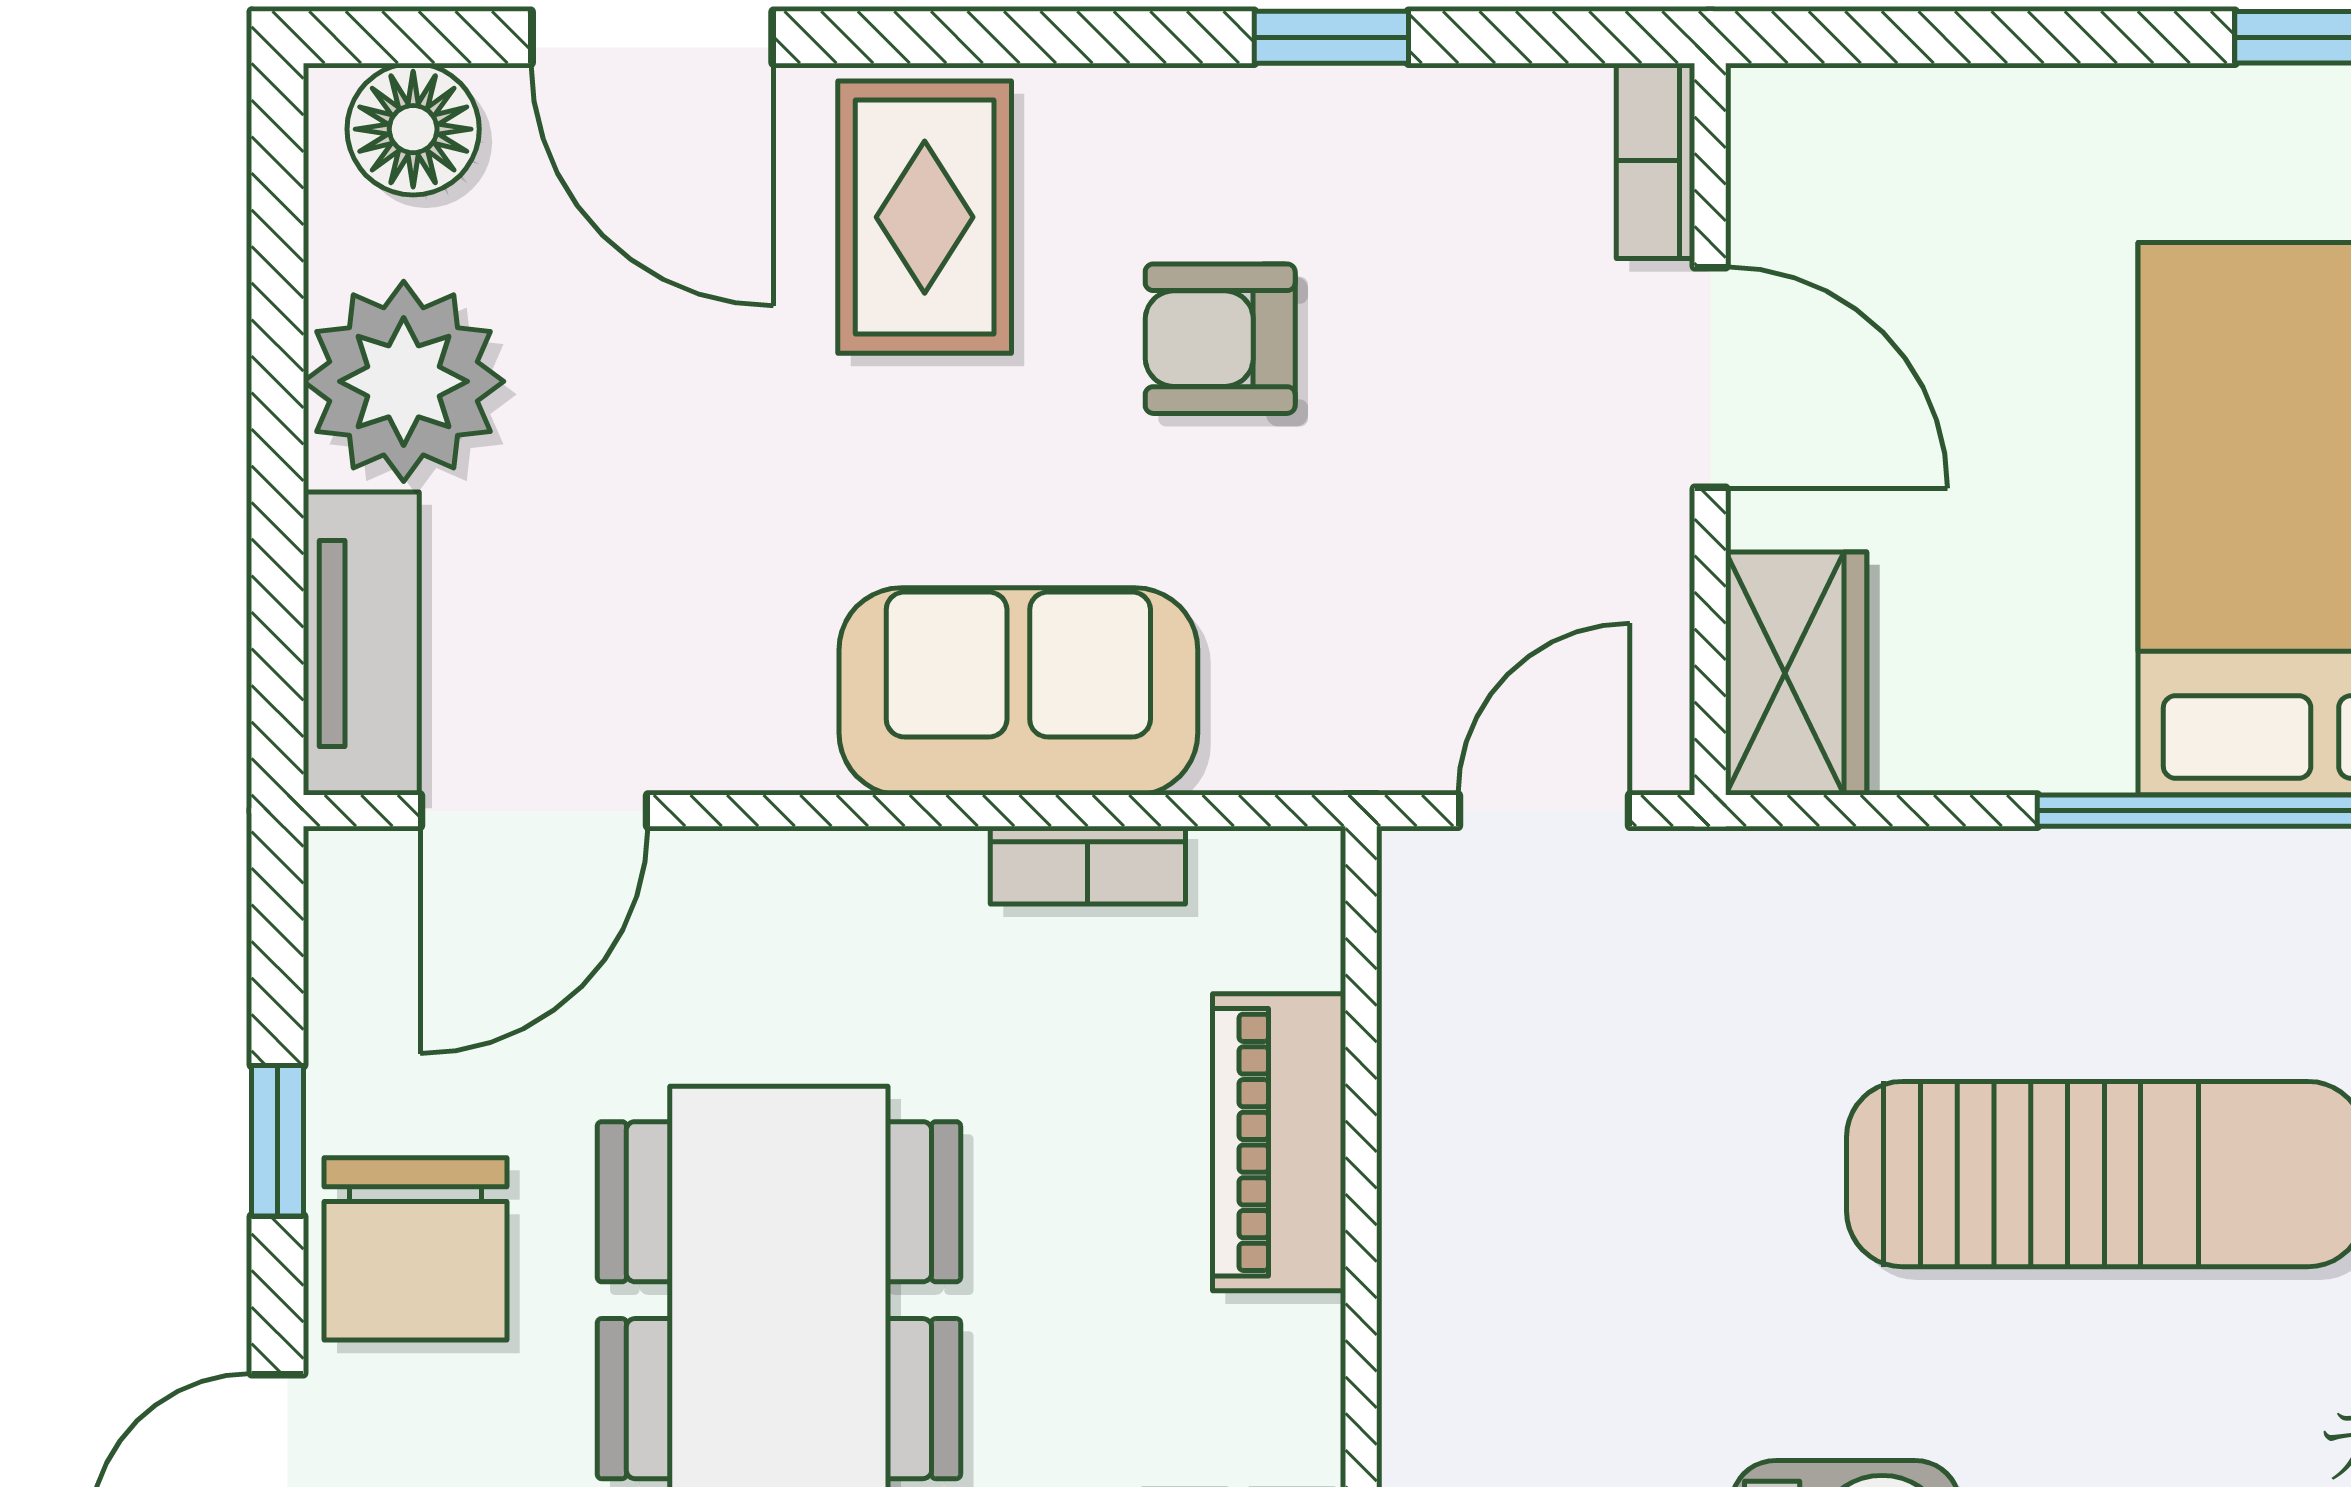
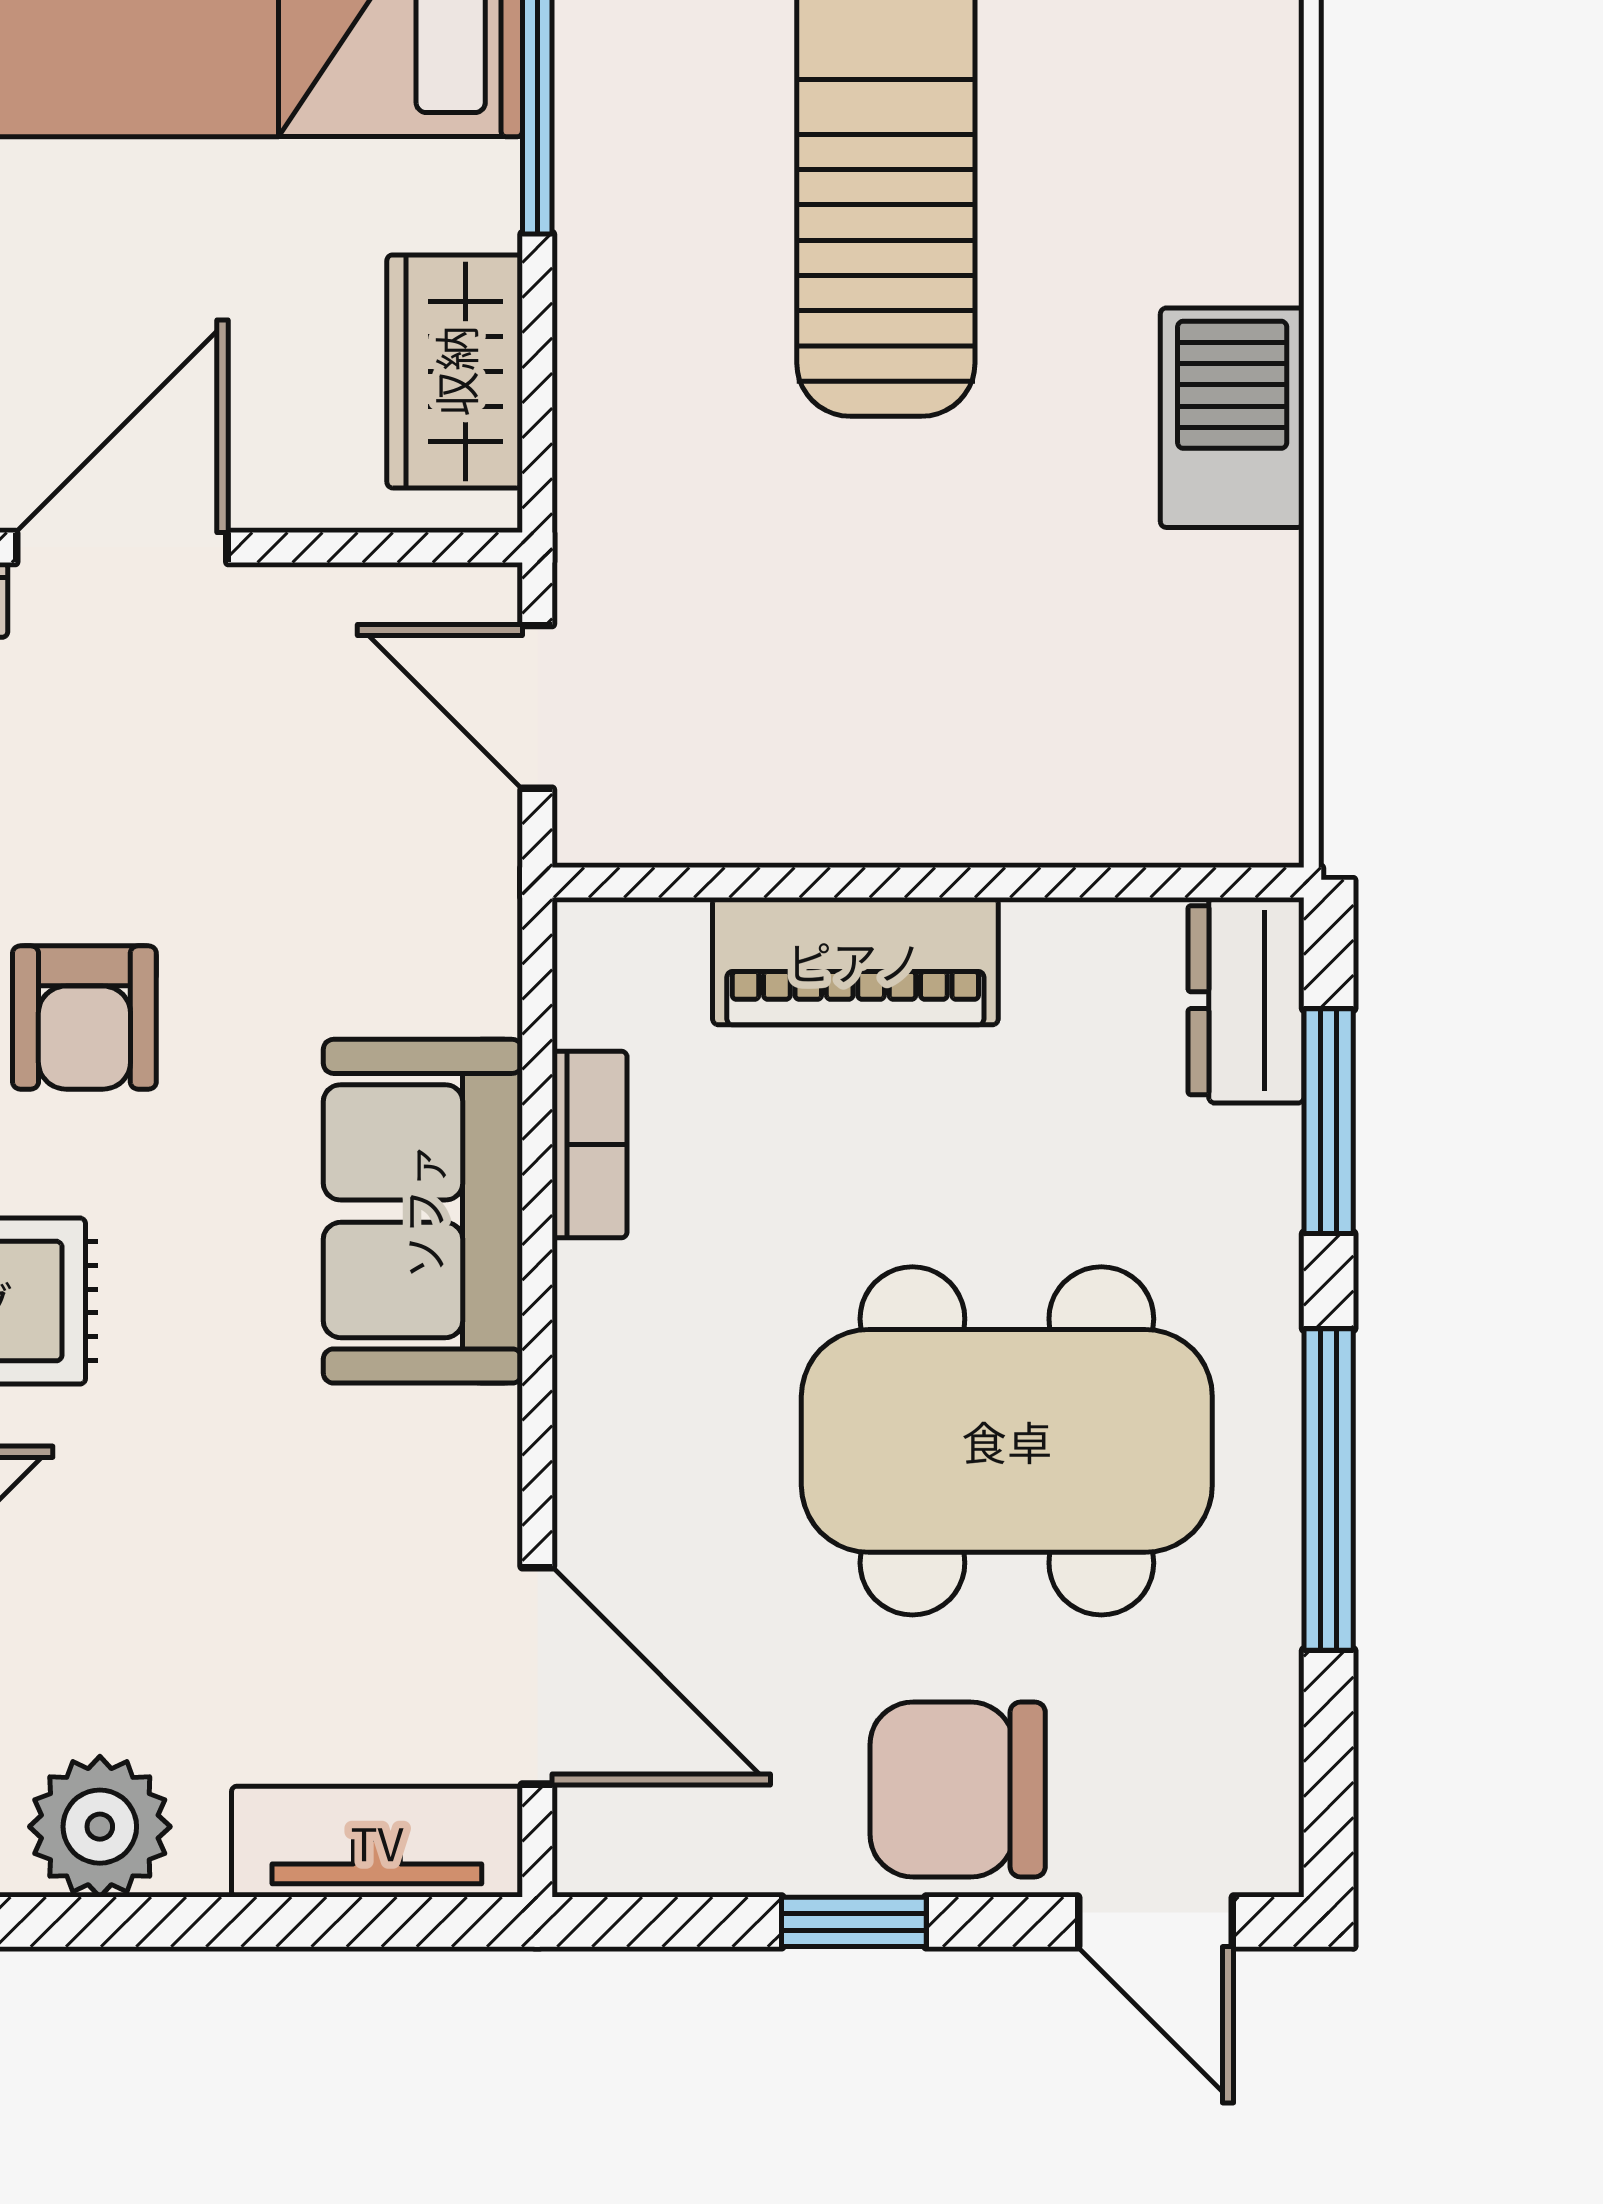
plant: (404, 381) -> (100, 1827), width x0.73, depth x0.73
wardrobe: (1796, 673) -> (455, 371), moved, turned -90
chair: (415, 1249) -> (958, 1790), turned 180

